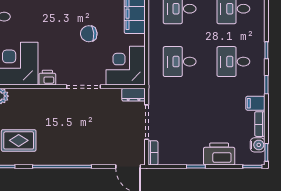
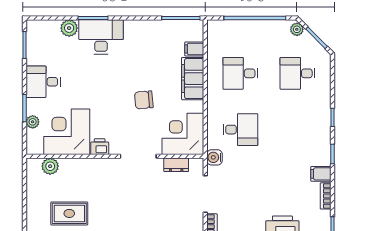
desk: (180, 62) -> (240, 130), turned 180
desk: (233, 62) -> (298, 130), removed
dresser: (134, 95) -> (176, 165), moved
water cooler: (258, 145) -> (215, 157), moved, turned 180

